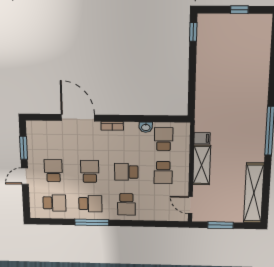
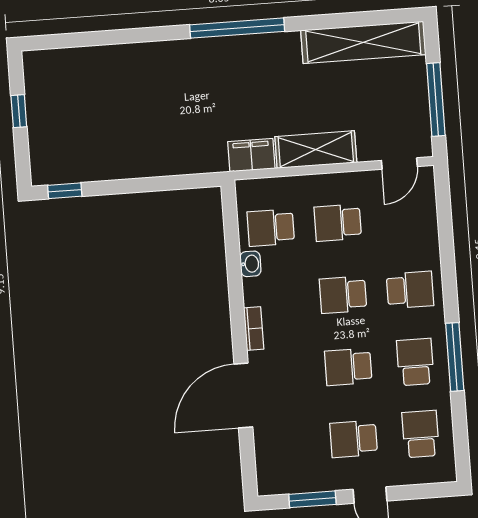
filing cabinet: (202, 138) -> (251, 155), width x2.00
school desk: (126, 172) -> (343, 295), turned 90
school desk: (163, 173) -> (338, 223), turned 180
window: (221, 225) -> (436, 100), width x1.44

